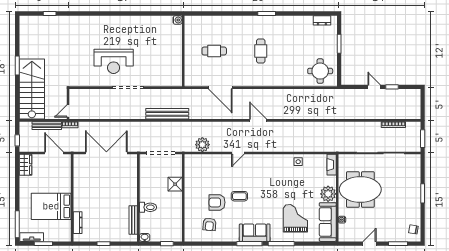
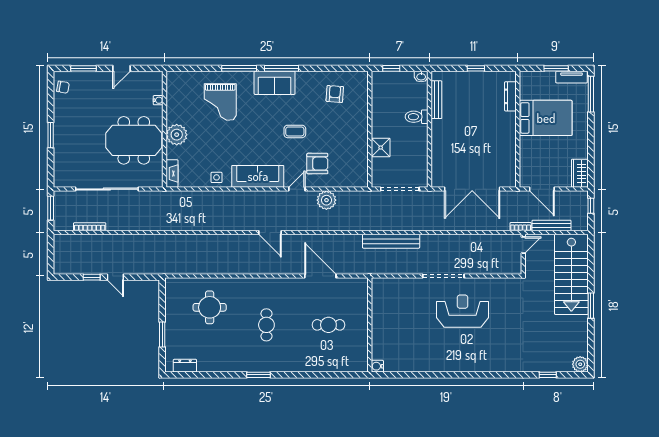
plant: (25, 21) -> (580, 364), added
round table: (320, 71) -> (210, 307), moved
plant: (202, 145) -> (326, 200), moved
armchair: (217, 202) -> (317, 164), moved
sofa: (328, 222) -> (258, 176), moved, turned -90

